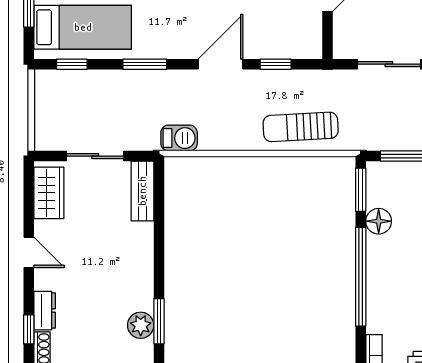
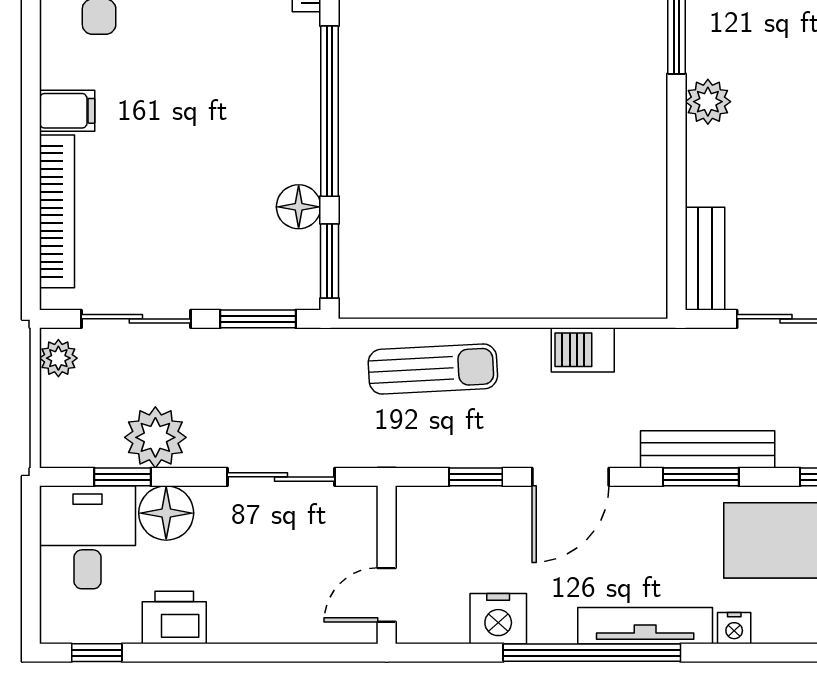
bench: (141, 80) -> (708, 449), added
barbecue: (179, 138) -> (583, 350), moved
plant: (141, 325) -> (708, 102), moved

